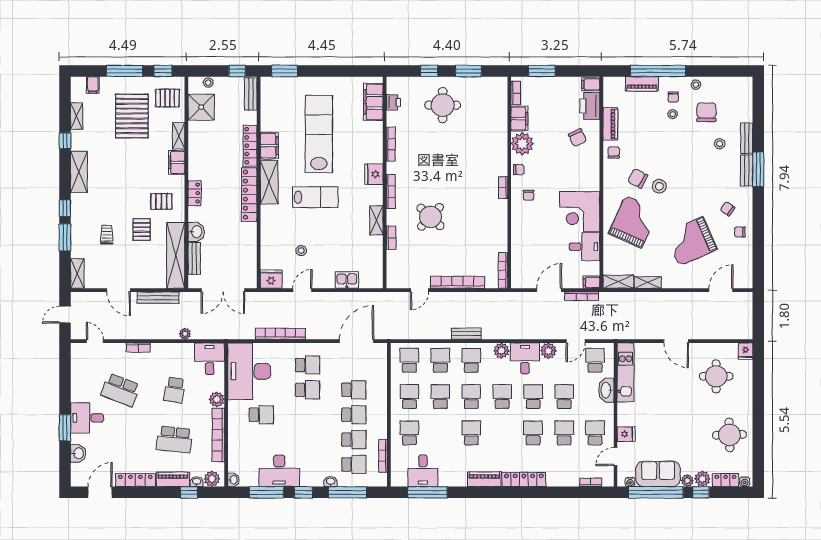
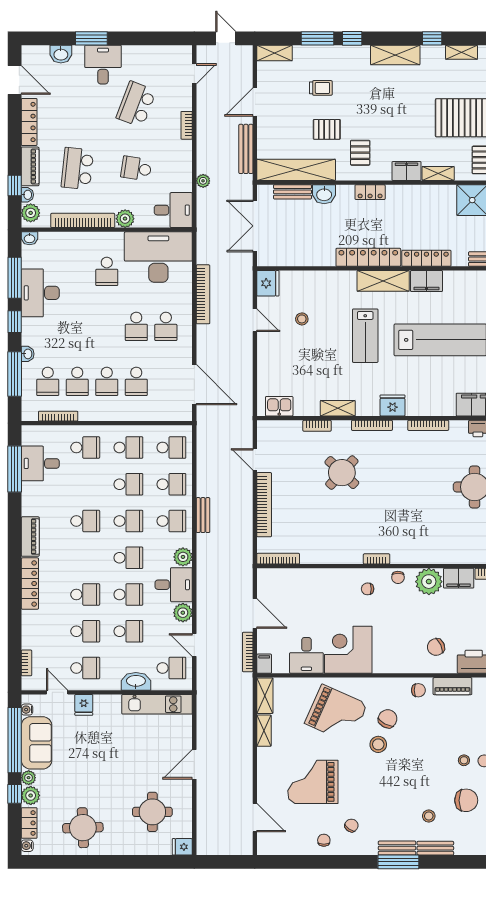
grand piano: (691, 241) -> (313, 782), turned -66
kitchen sink: (347, 280) -> (279, 406), moved, turned -90

